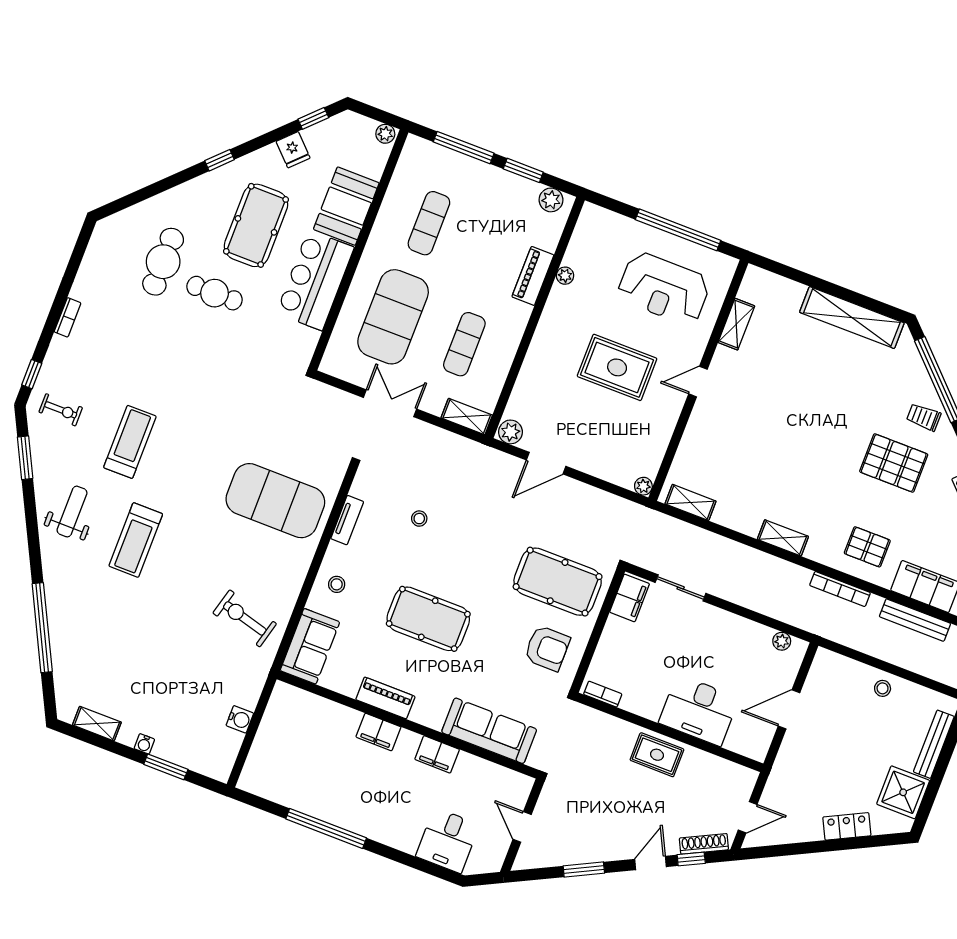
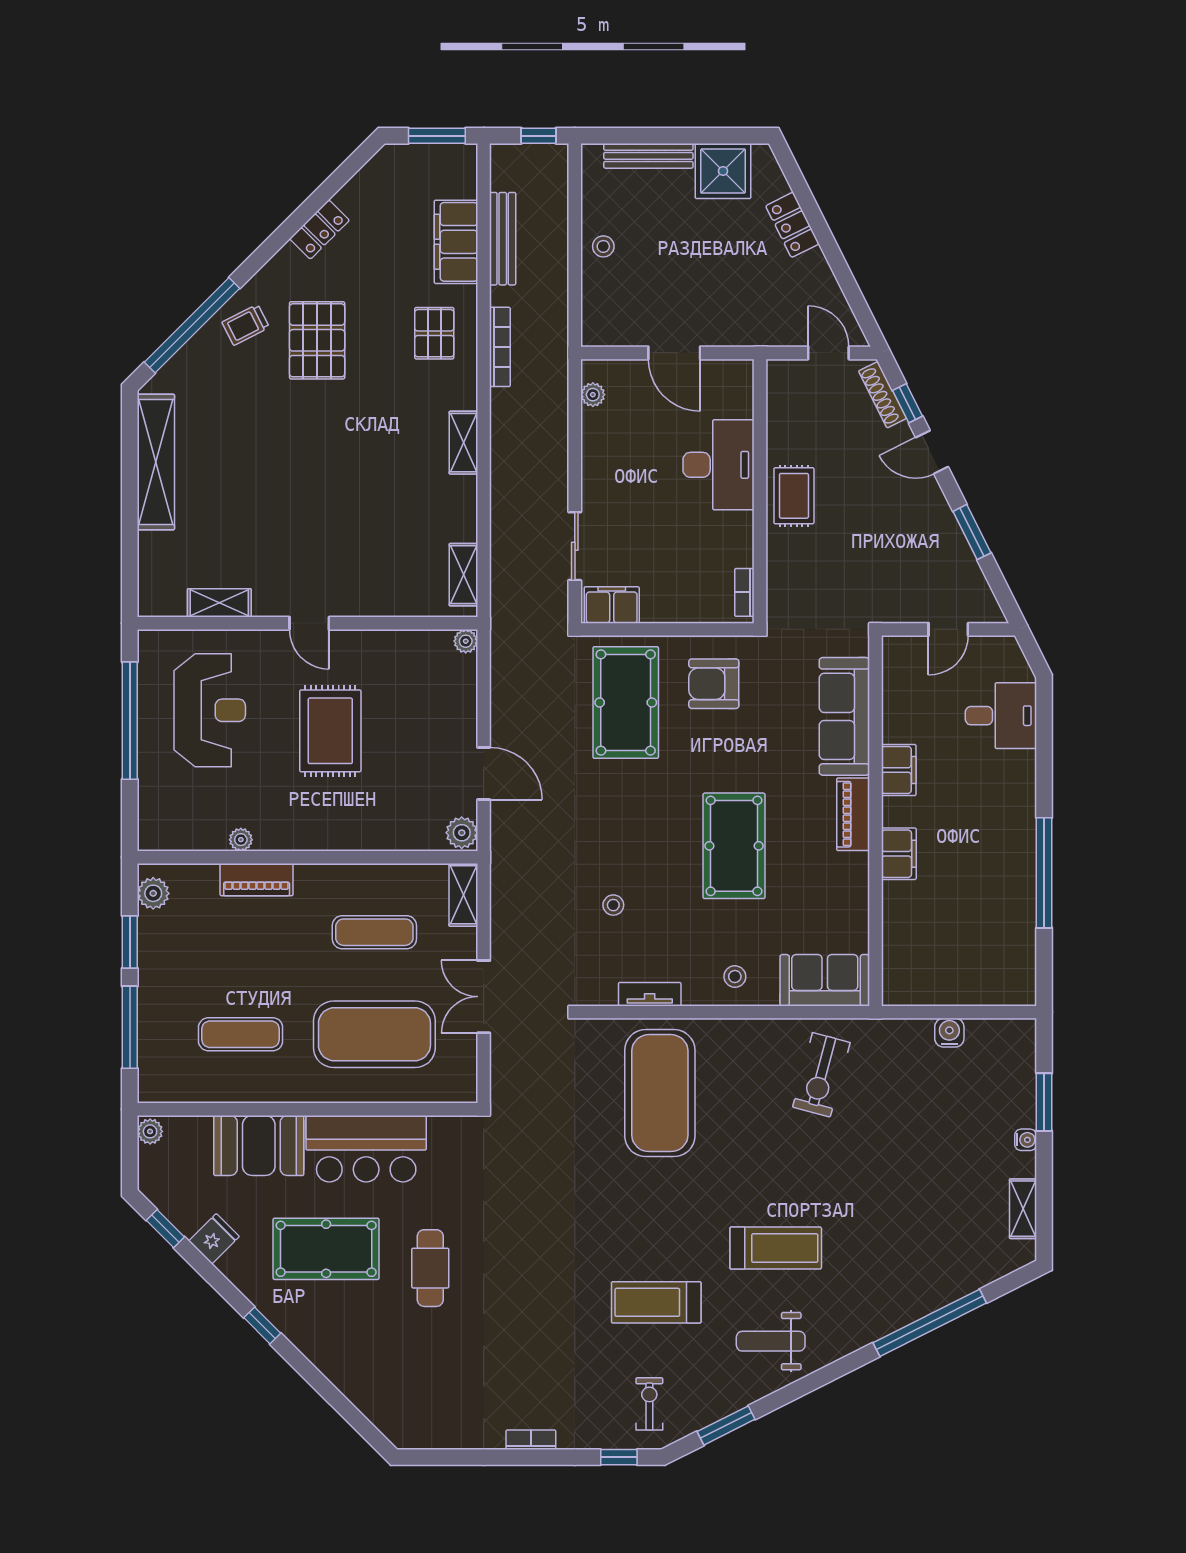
cafe table: (163, 262) -> (416, 1347), removed
trolley: (924, 417) -> (246, 325), turned 63
armchair: (547, 648) -> (714, 684), turned -90
piano: (385, 698) -> (853, 814), moved

